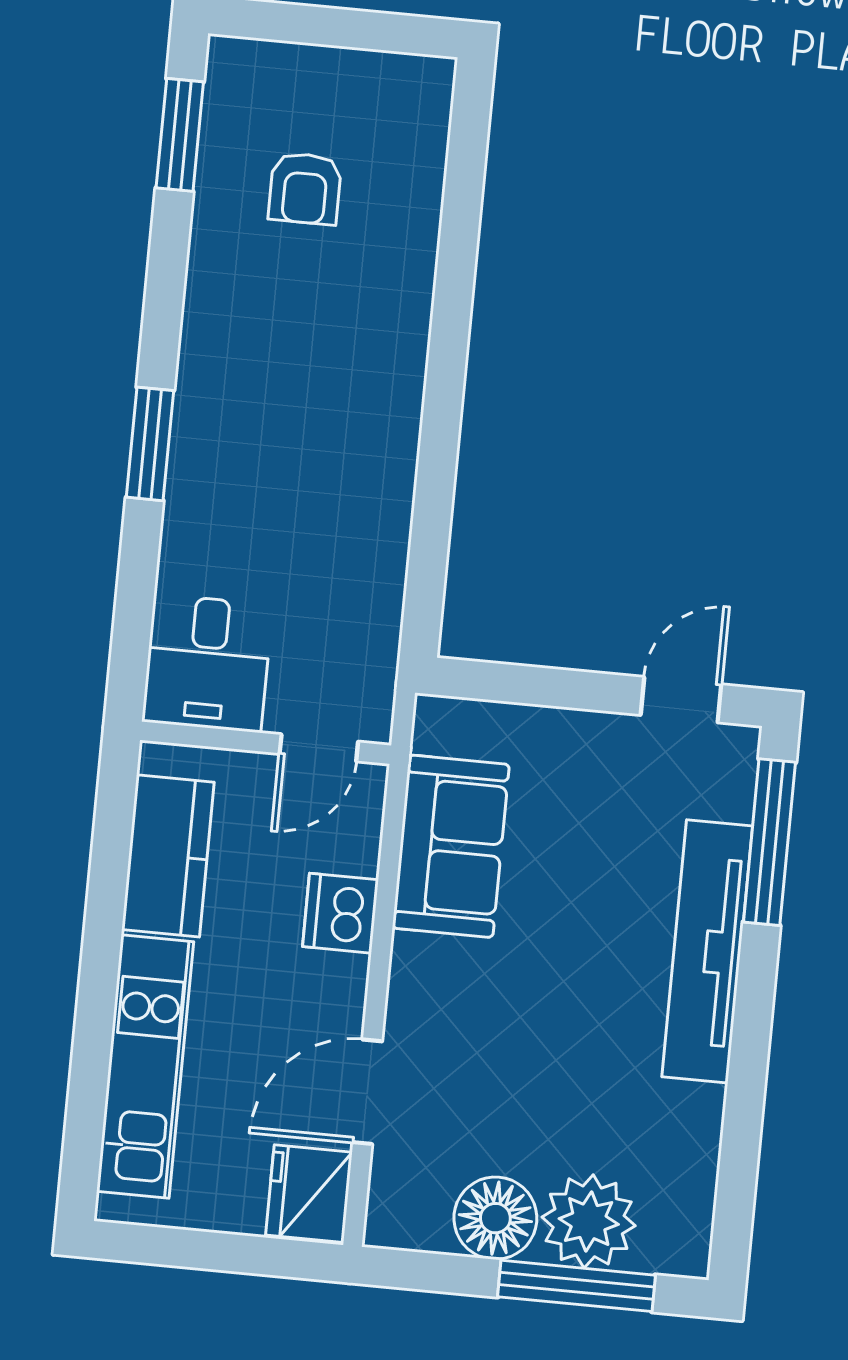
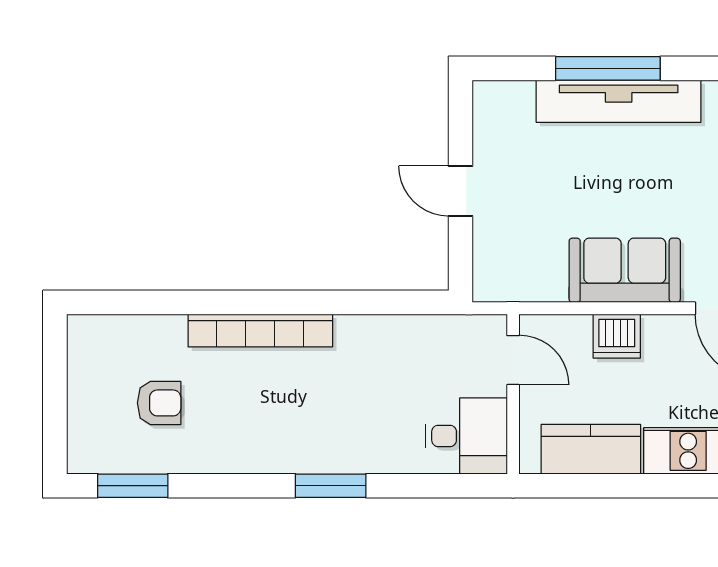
bookcase: (403, 357) -> (260, 331), added
door: (681, 700) -> (460, 191), moved
window: (769, 842) -> (608, 68), moved
sofa: (451, 846) -> (625, 270), moved

